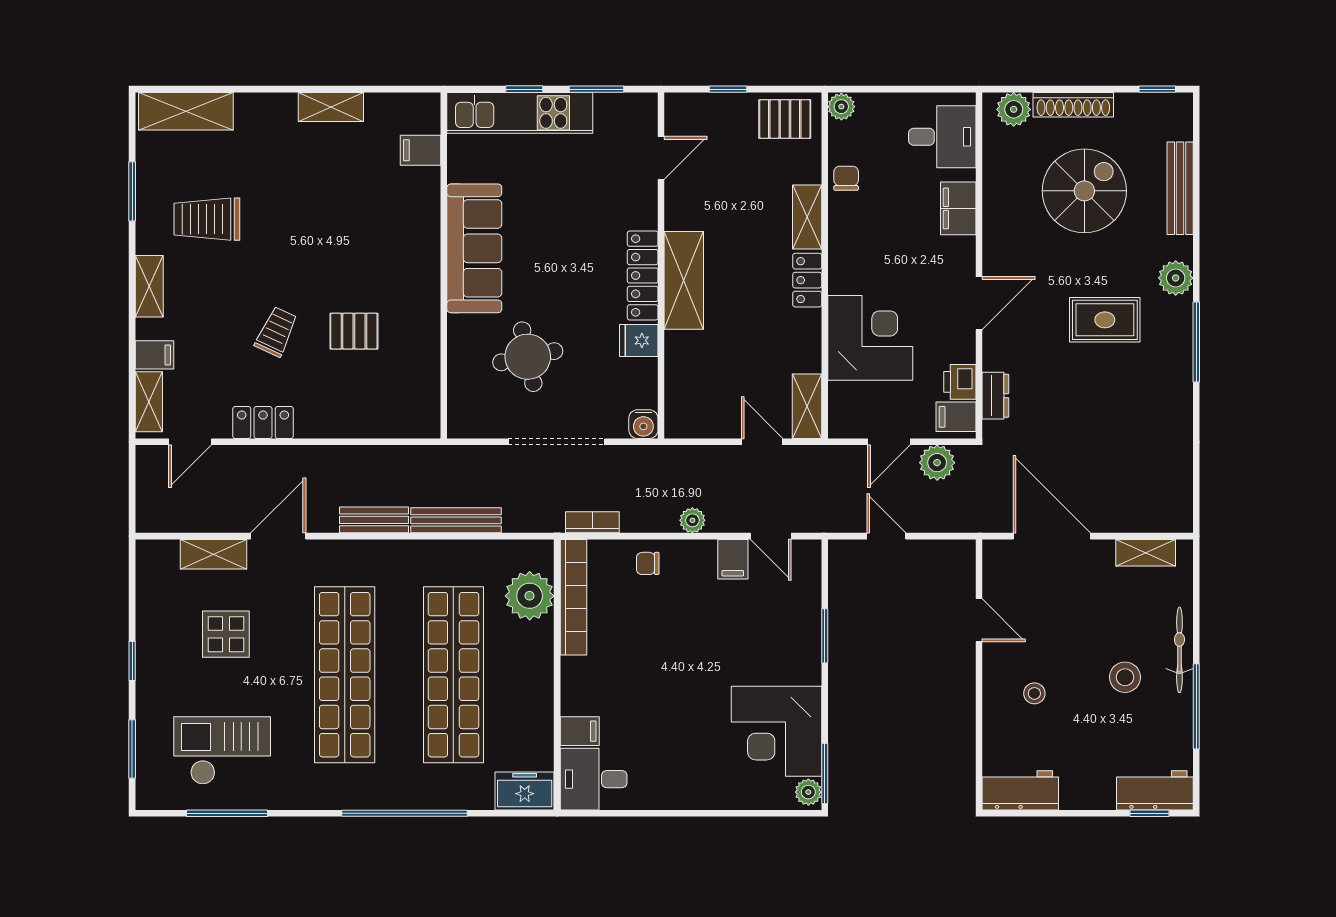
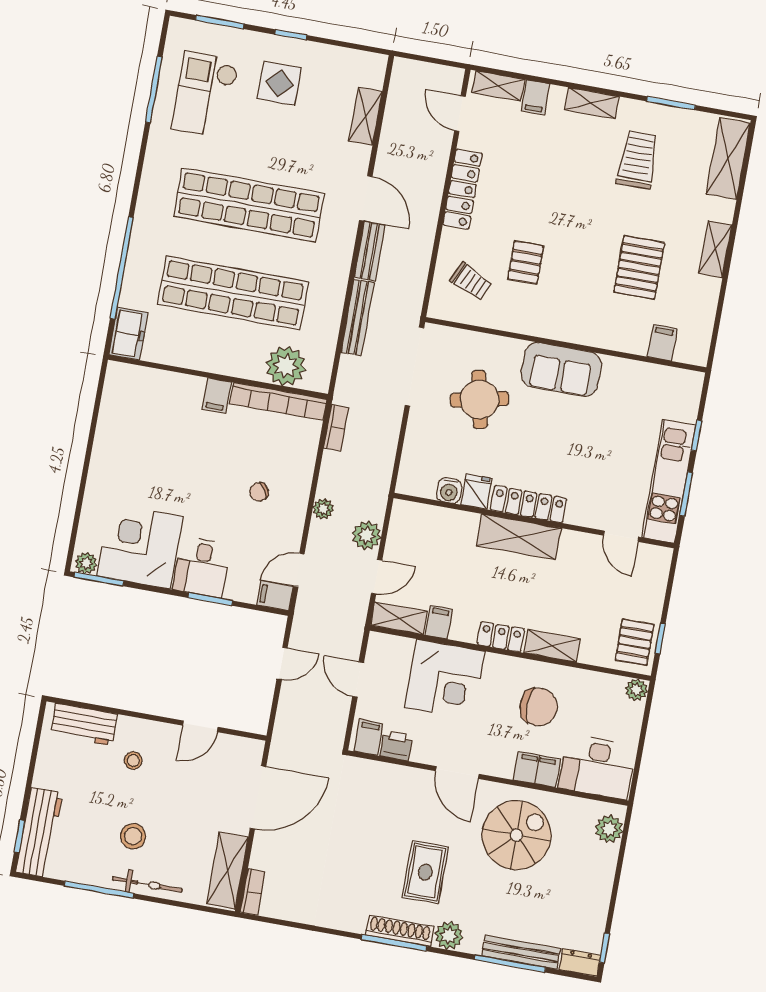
window: (728, 89) -> (660, 638), moved
shoe rack: (1073, 105) -> (400, 931), moved, turned 90
shelving: (331, 107) -> (715, 249), moved
kitchen unit: (520, 113) -> (669, 481), moved
desk: (942, 137) -> (597, 767), width x1.37
chair: (846, 178) -> (539, 707), moved, width x1.87, depth x1.87
spiral stairs: (1084, 191) -> (516, 835), moved, turned -90
pallet: (335, 194) -> (639, 267), added
window: (1196, 199) -> (510, 964), added
sofa: (474, 248) -> (561, 369), width x0.73
trolley: (276, 332) -> (471, 281), moved
filing cabinet: (803, 357) -> (439, 622), added
dresser: (995, 396) -> (580, 962), moved, turned 180
locker: (263, 422) -> (462, 189), width x1.53
water cooler: (643, 424) -> (449, 491), moved, turned -90
doorway: (557, 442) -> (414, 367), moved
plant: (937, 463) -> (367, 535), moved
bookcase: (1166, 522) -> (253, 892), added
door: (278, 536) -> (366, 198), moved
shelving: (1146, 553) -> (227, 870), width x1.50, depth x1.33
filing cabinet: (733, 559) -> (275, 596), moved
chair: (648, 563) -> (259, 492), moved, turned -118
display table: (226, 634) -> (279, 83), moved
filing cabinet: (580, 731) -> (217, 396), moved
checkout: (222, 751) -> (205, 95), turned 180
desk: (594, 779) -> (202, 567), moved, turned 180
workbench: (1020, 790) -> (84, 724), moved, turned 90
workbench: (1155, 790) -> (39, 832), width x1.38
window: (404, 813) -> (122, 268), moved

